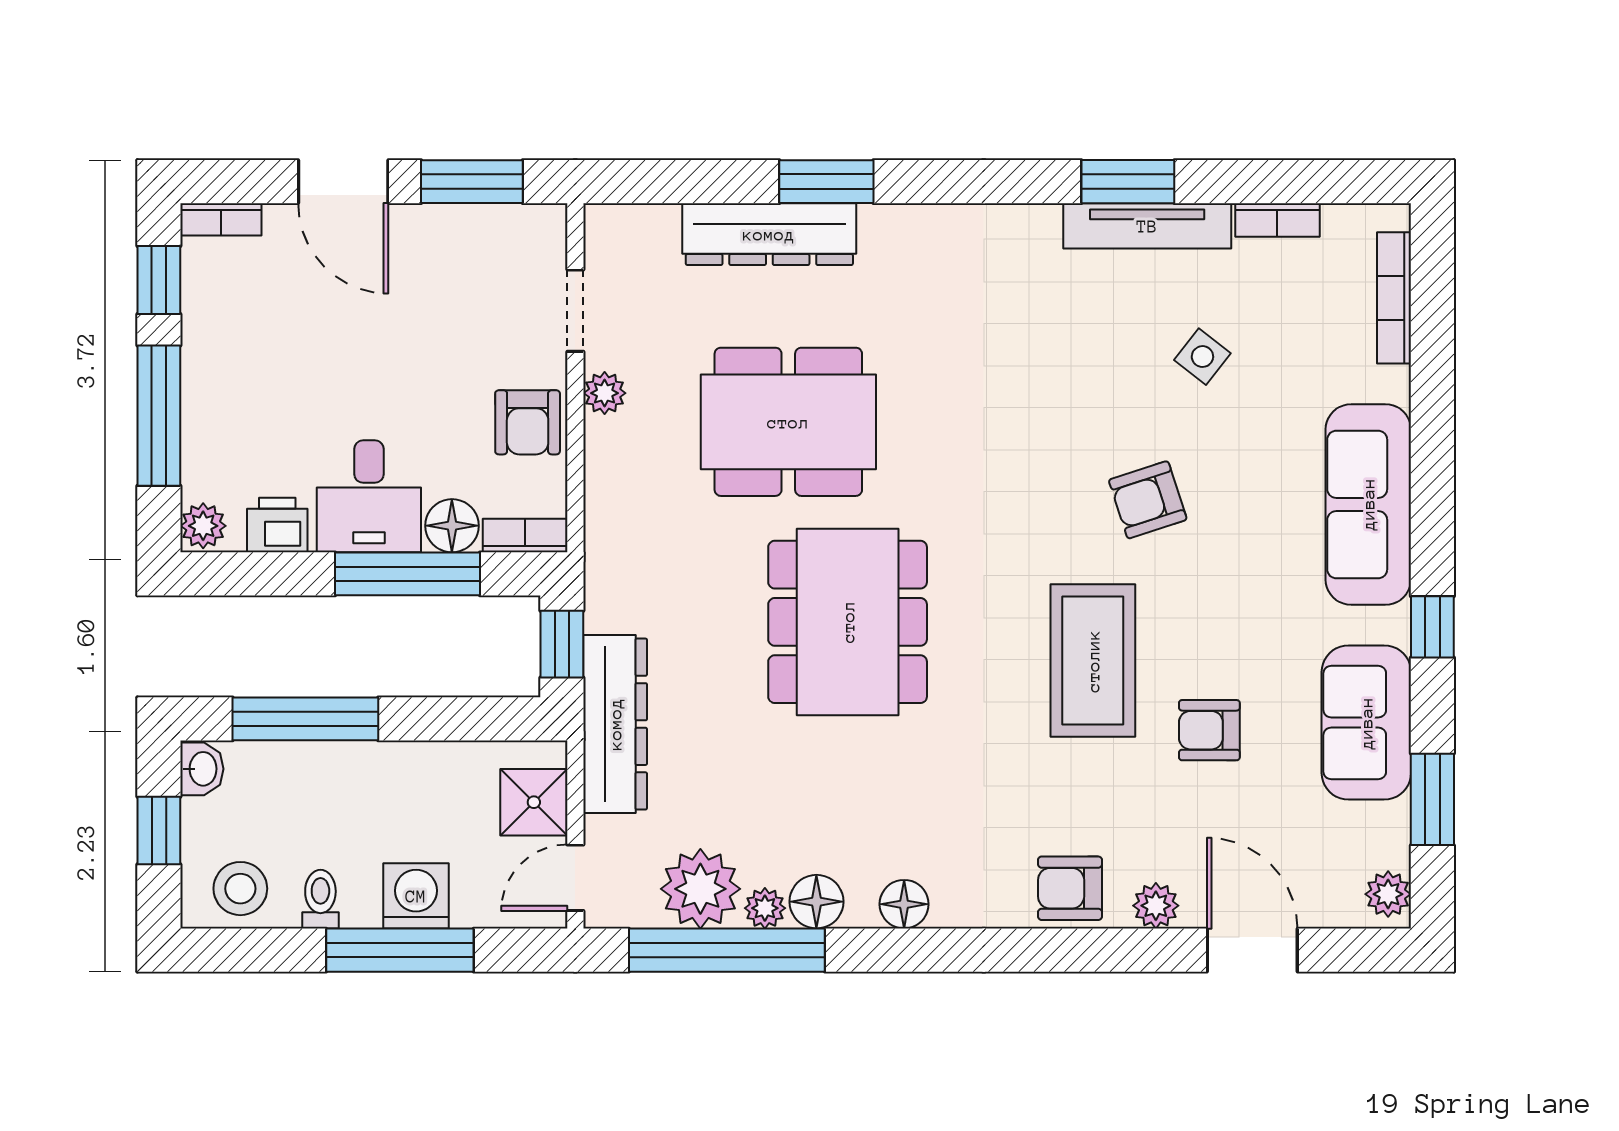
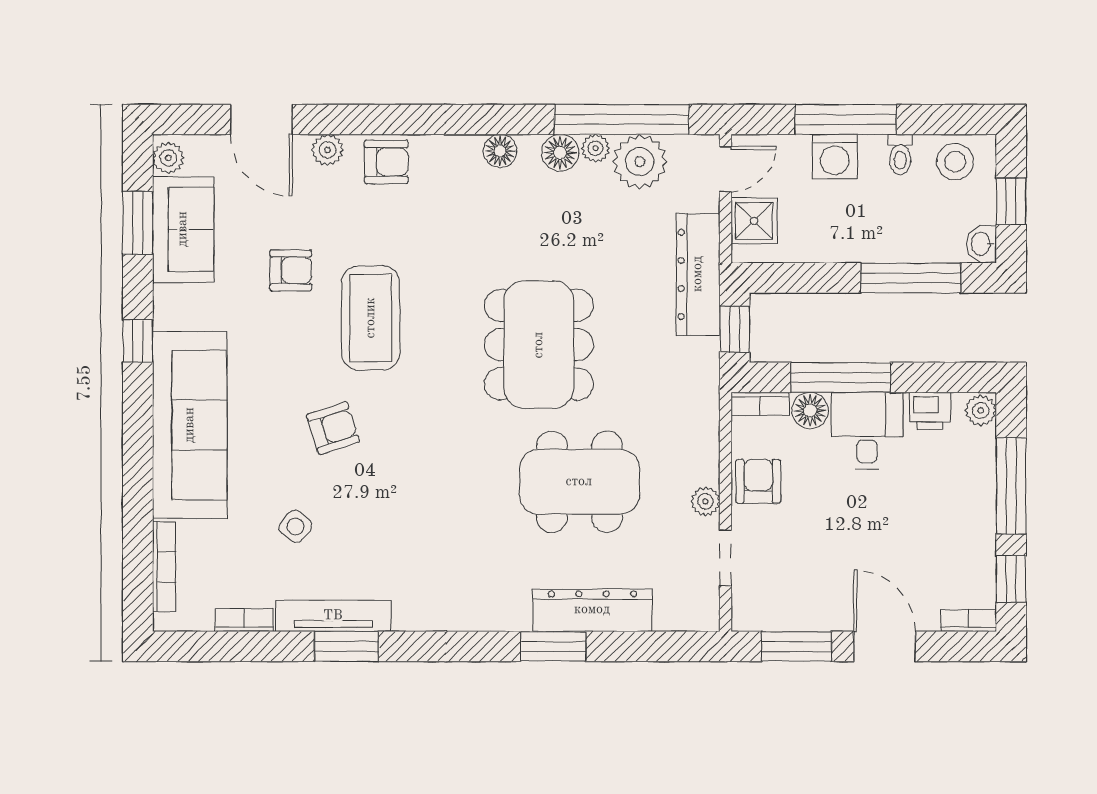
sofa: (1368, 504) -> (190, 425), width x1.36, depth x1.27
sofa: (1366, 723) -> (183, 229), moved

